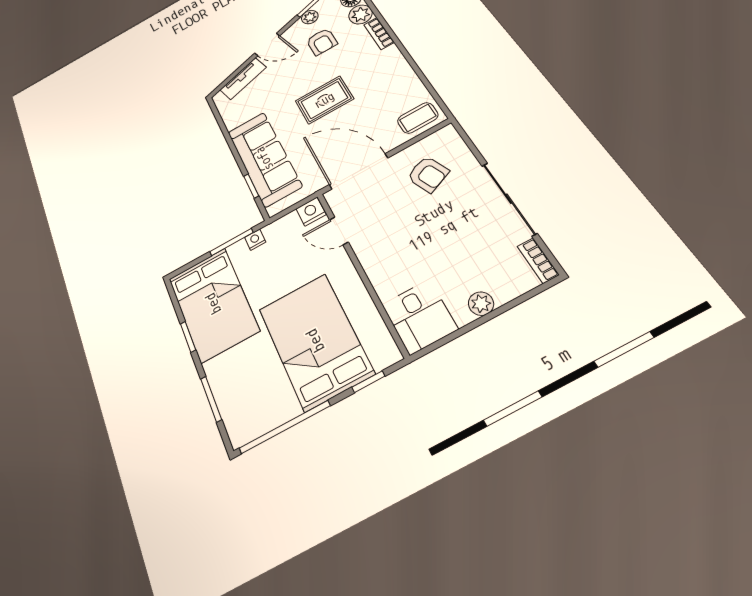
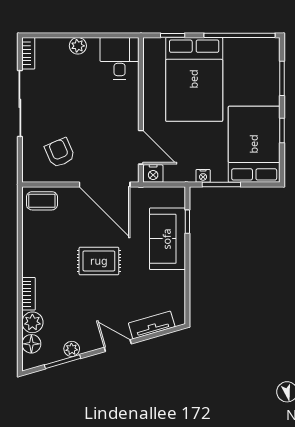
armchair: (322, 42) -> (74, 317), removed
sofa: (264, 159) -> (167, 239), width x0.73
door: (339, 231) -> (141, 147), width x1.38

